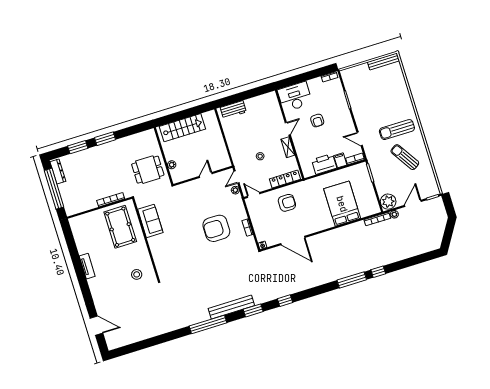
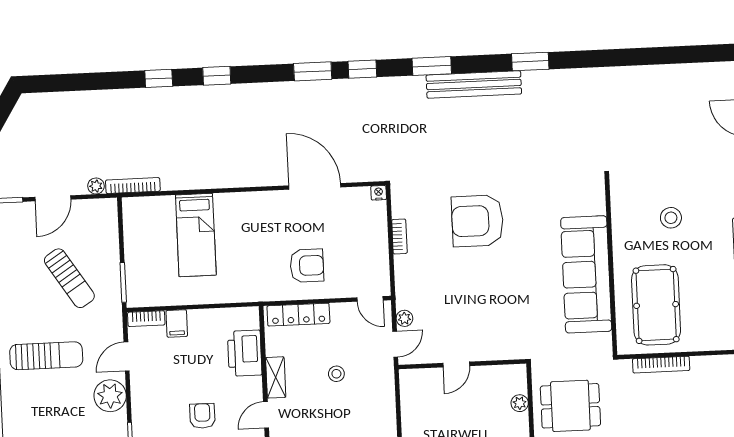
door: (360, 139) -> (127, 357), swing flipped
sun lounger: (405, 157) -> (69, 278), moved
printer: (324, 164) -> (245, 353), moved, turned 90
plant: (388, 202) -> (110, 396), moved
armchair: (287, 203) -> (307, 266), turned 180
bed: (342, 204) -> (196, 235), width x0.67
sofa: (150, 221) -> (586, 274), width x1.85, depth x1.27
armchair: (216, 228) -> (477, 221), moved, turned 180
stool: (137, 274) -> (671, 218), moved
window: (352, 280) -> (217, 76), width x0.46
window: (308, 294) -> (313, 71), added
window: (208, 324) -> (530, 62), width x0.47

